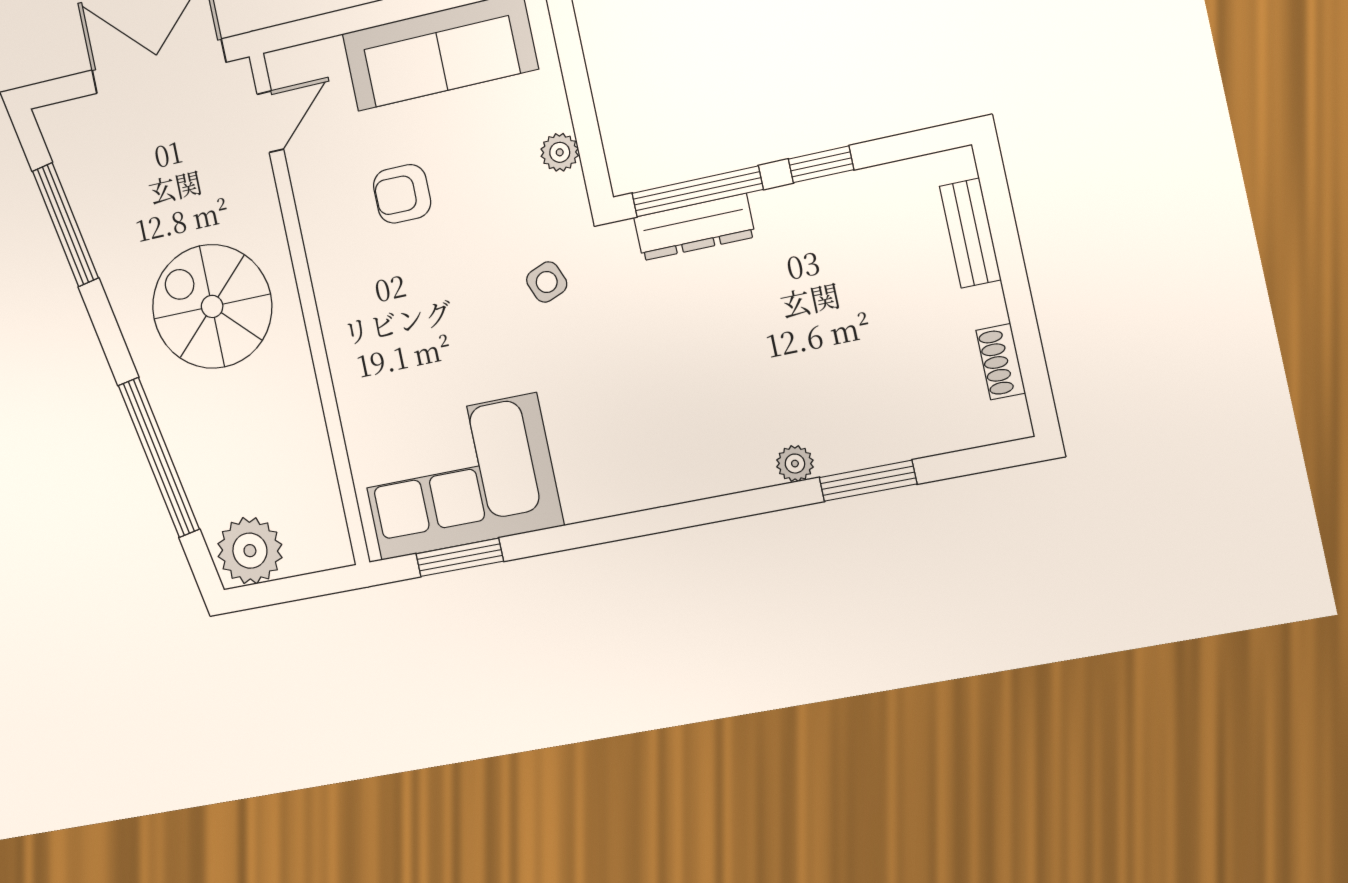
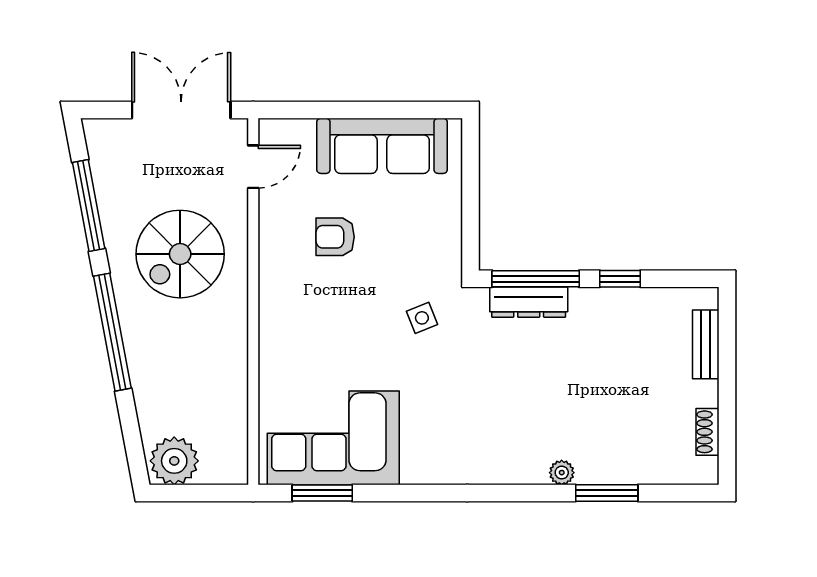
plant: (560, 152) -> (449, 233), removed
spiral stairs: (212, 306) -> (180, 254), moved, turned -90
window: (159, 457) -> (112, 332), moved

